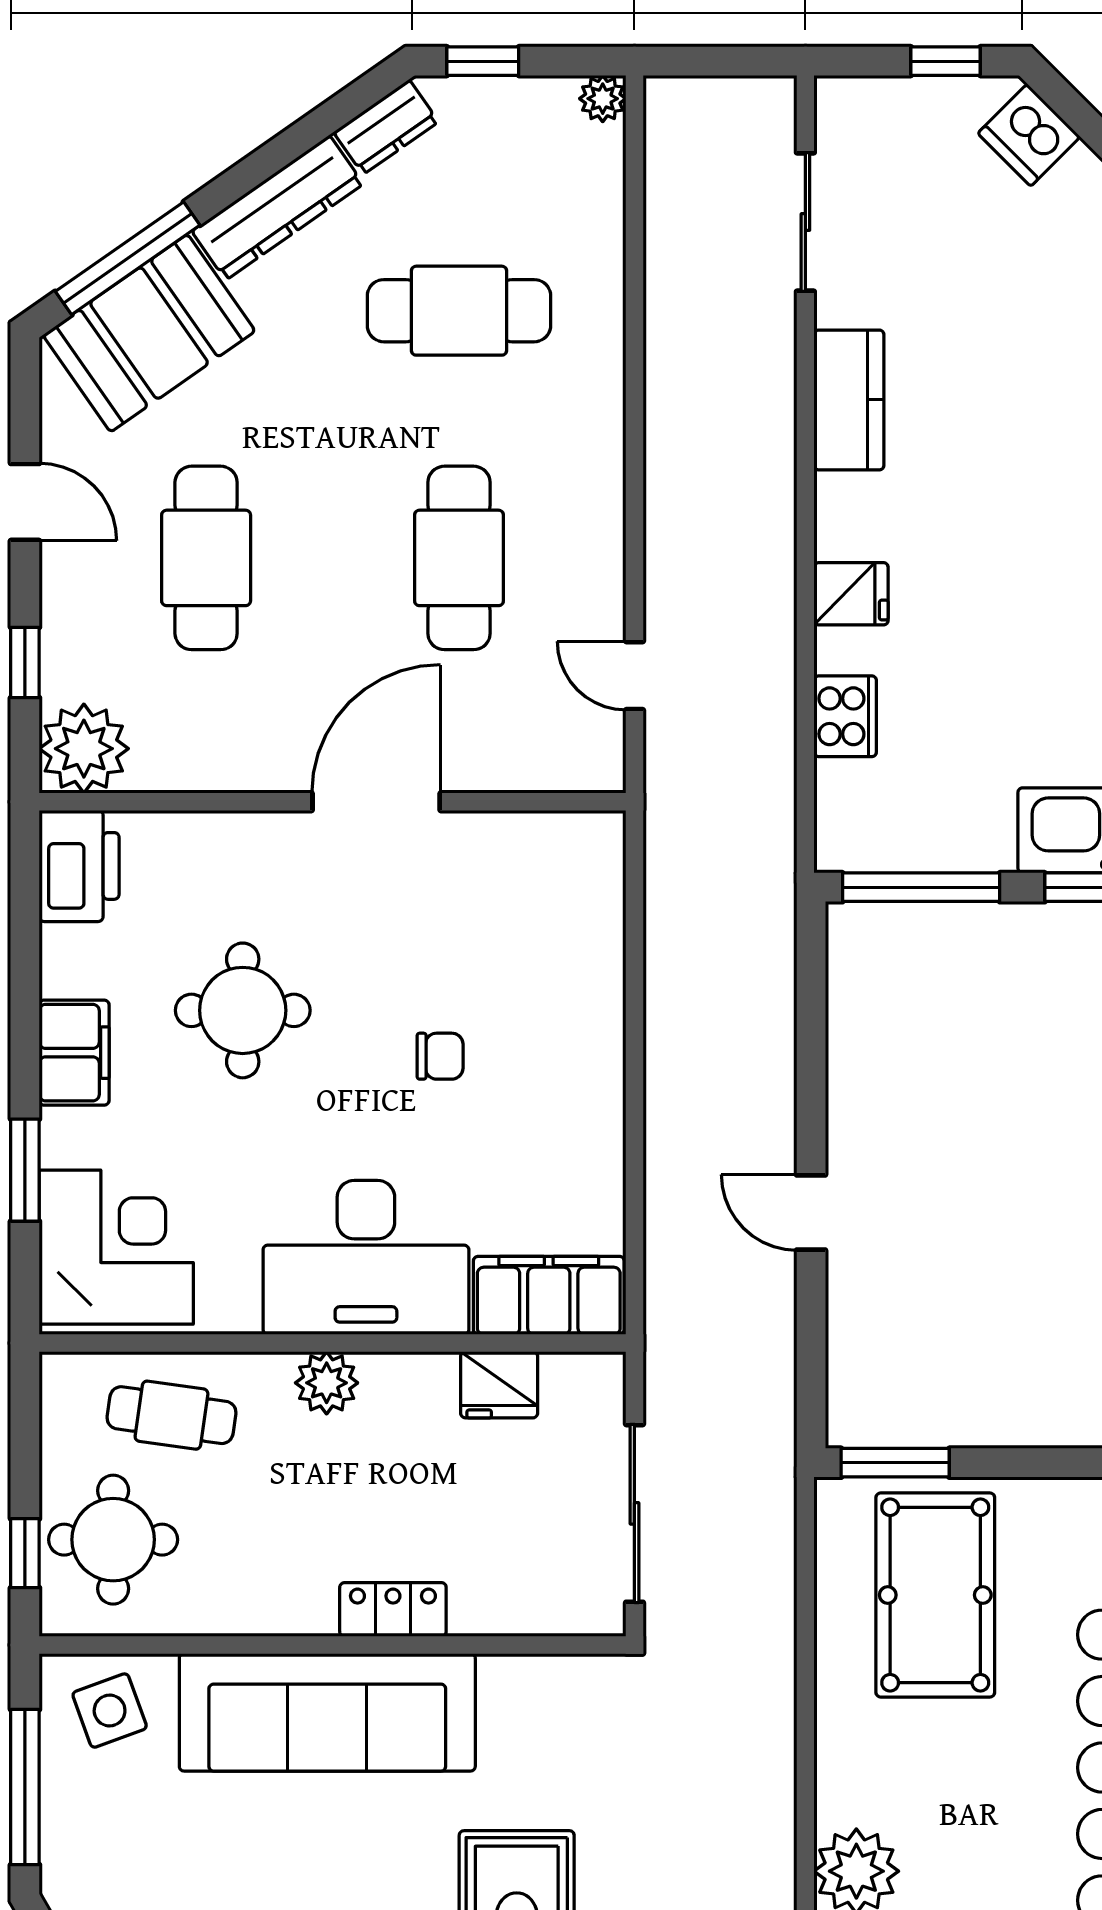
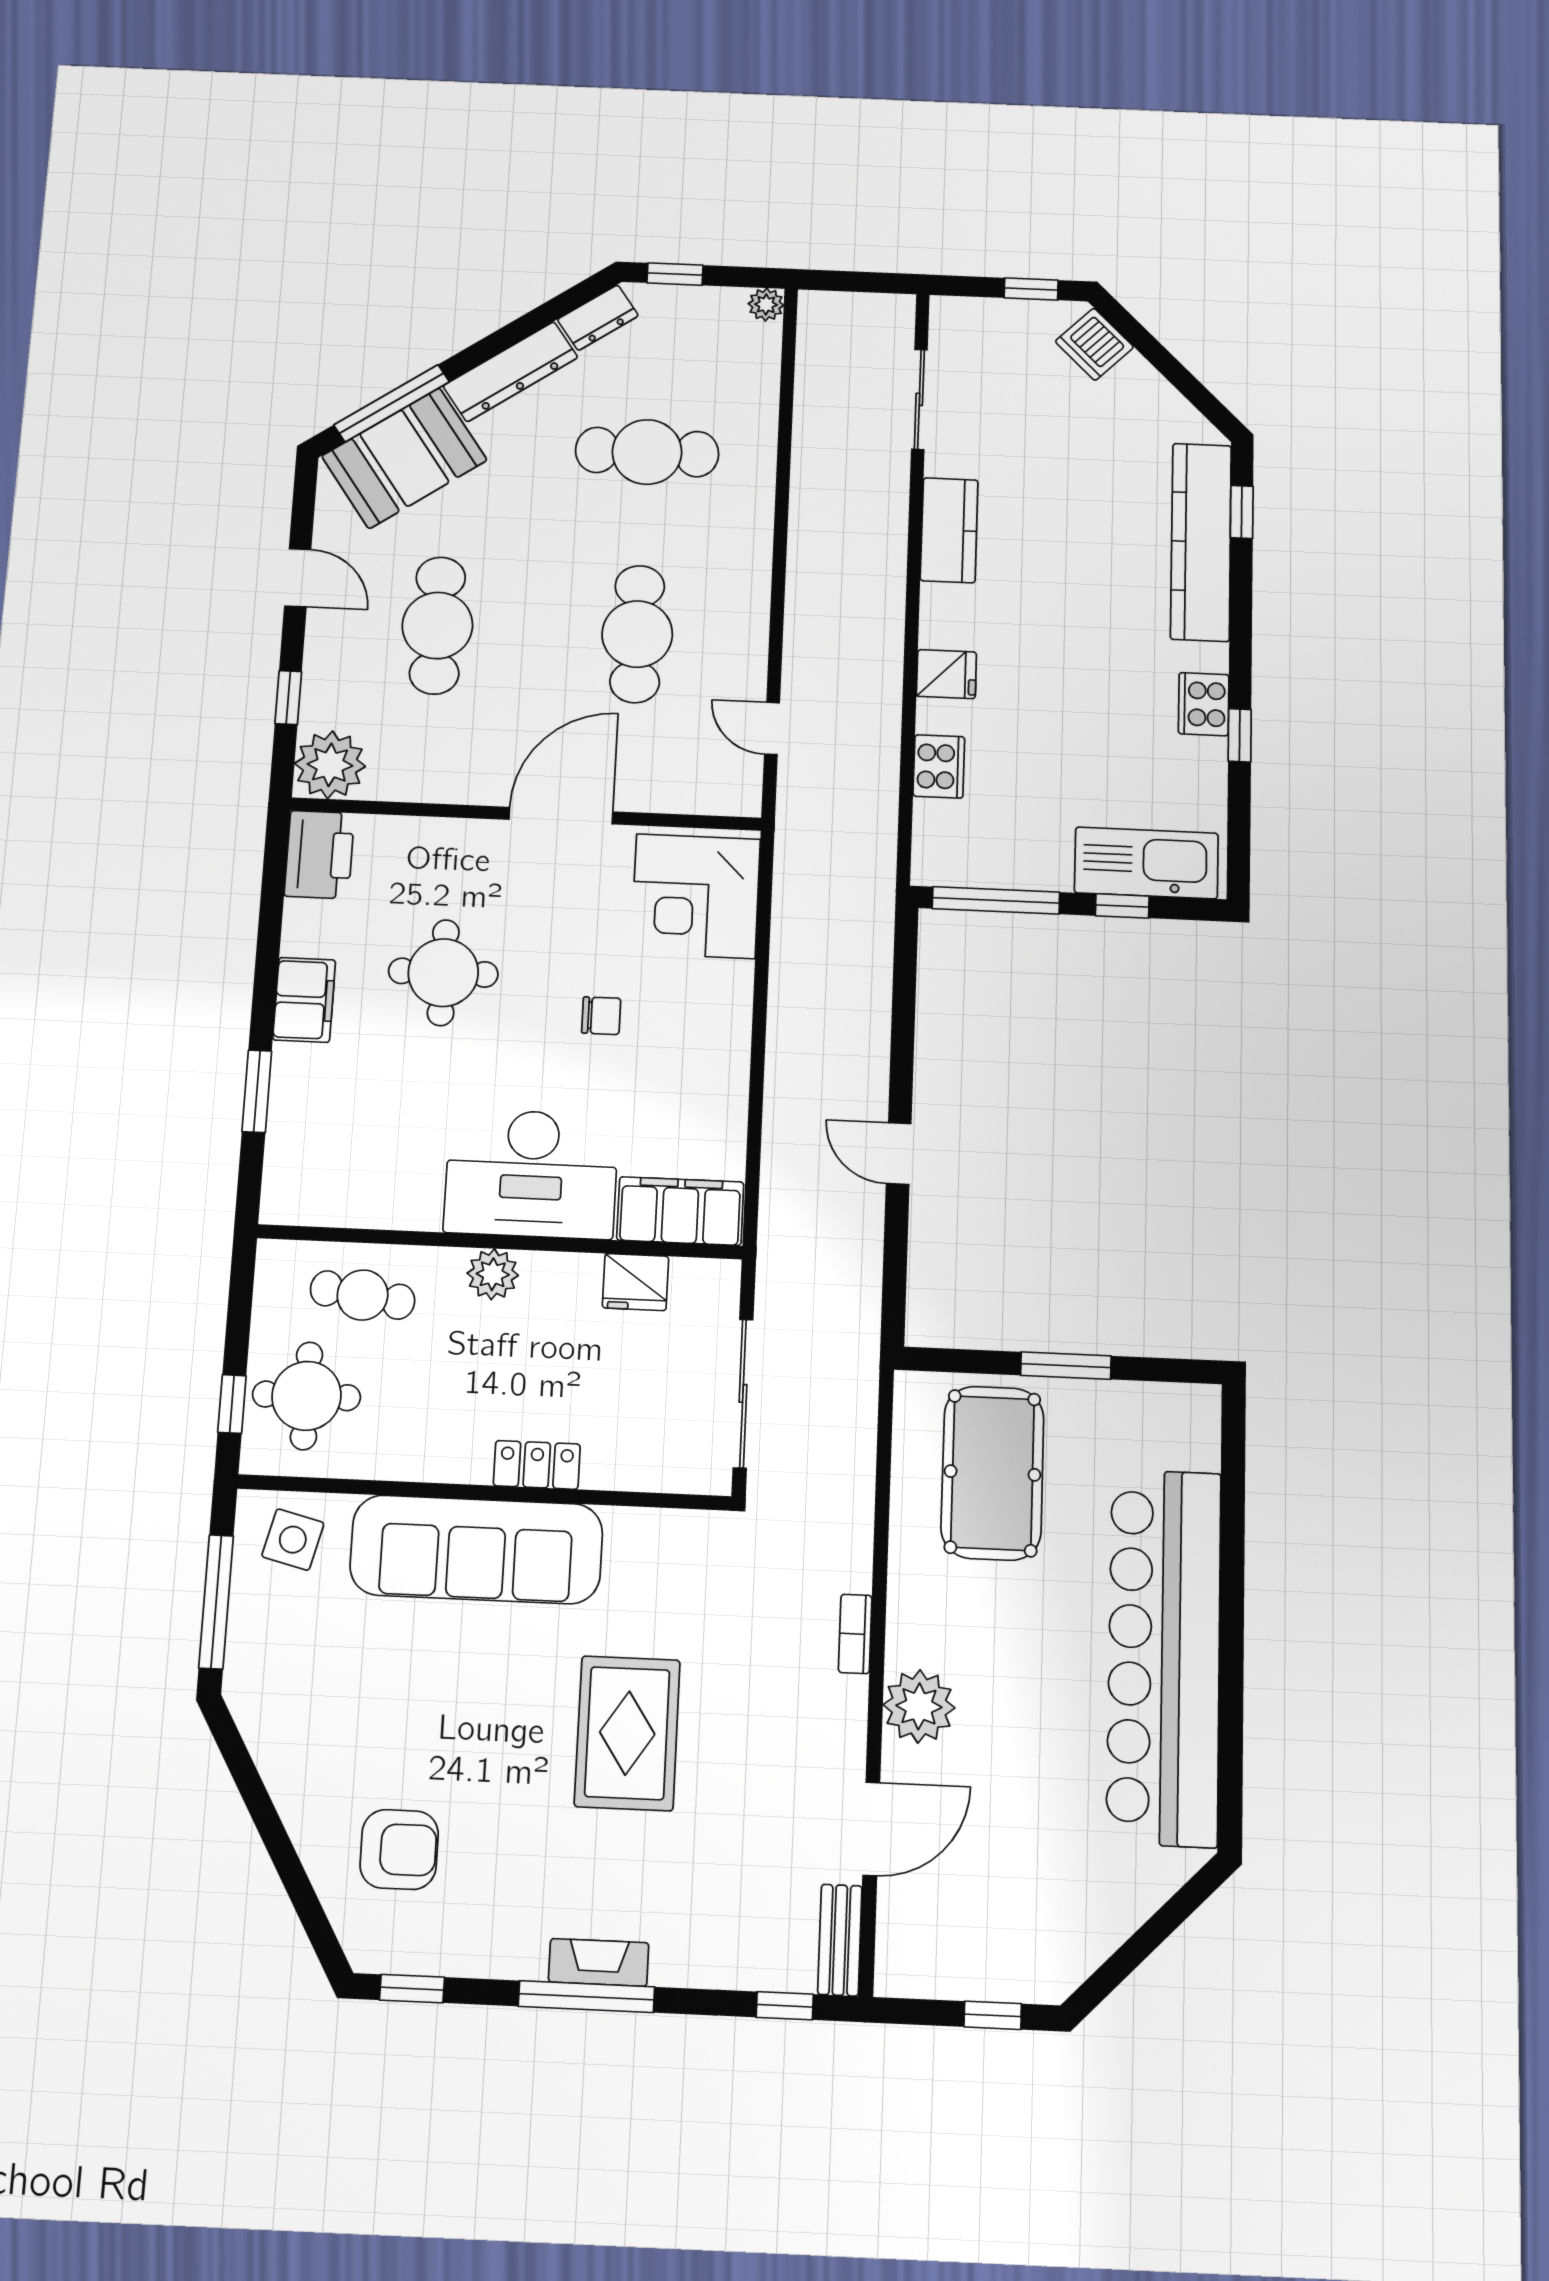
corner desk: (116, 1247) -> (696, 896), moved, turned 180
window: (895, 1463) -> (1066, 1366), moved
side table: (110, 1711) -> (293, 1540), turned 34
bookcase: (779, 1791) -> (855, 1634), added

